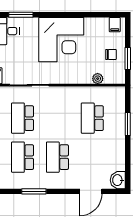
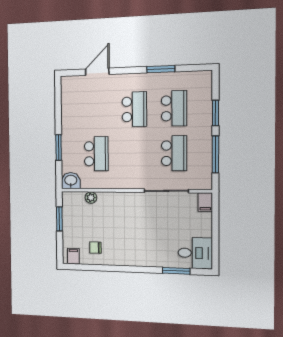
corner desk: (61, 40) -> (131, 241), removed
chair: (111, 54) -> (95, 248), moved
washbasin: (118, 180) -> (71, 181), moved, turned -90

